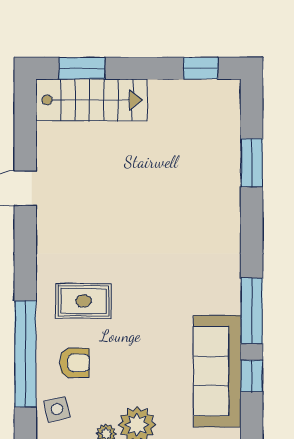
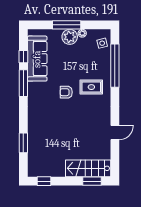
armchair: (74, 363) -> (66, 92), moved

